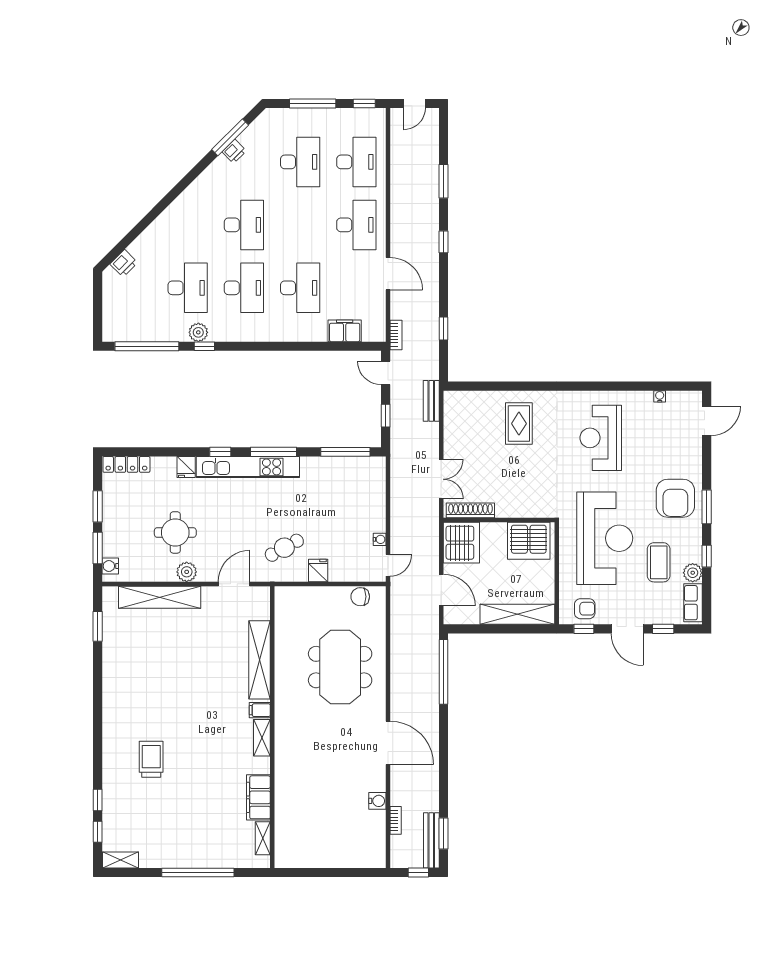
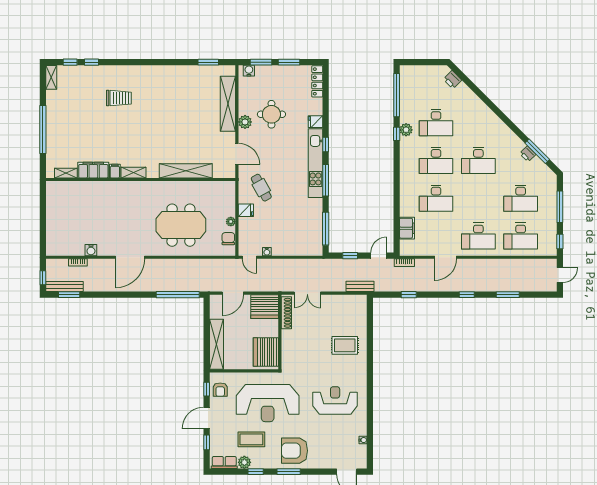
door: (414, 103) -> (560, 275), swing flipped
plant: (335, 593) -> (231, 222), added
filing cabinet: (260, 710) -> (115, 171), moved

